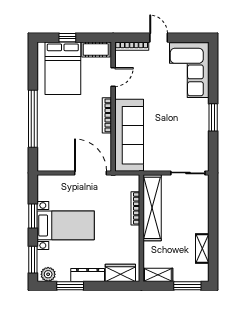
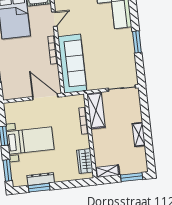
shelving: (152, 208) -> (96, 110), width x0.68
shelving: (202, 249) -> (139, 134), moved
wardrobe: (120, 273) -> (85, 161), moved, turned -90
plant: (48, 274) -> (21, 181), removed
dresser: (88, 275) -> (41, 179), moved

